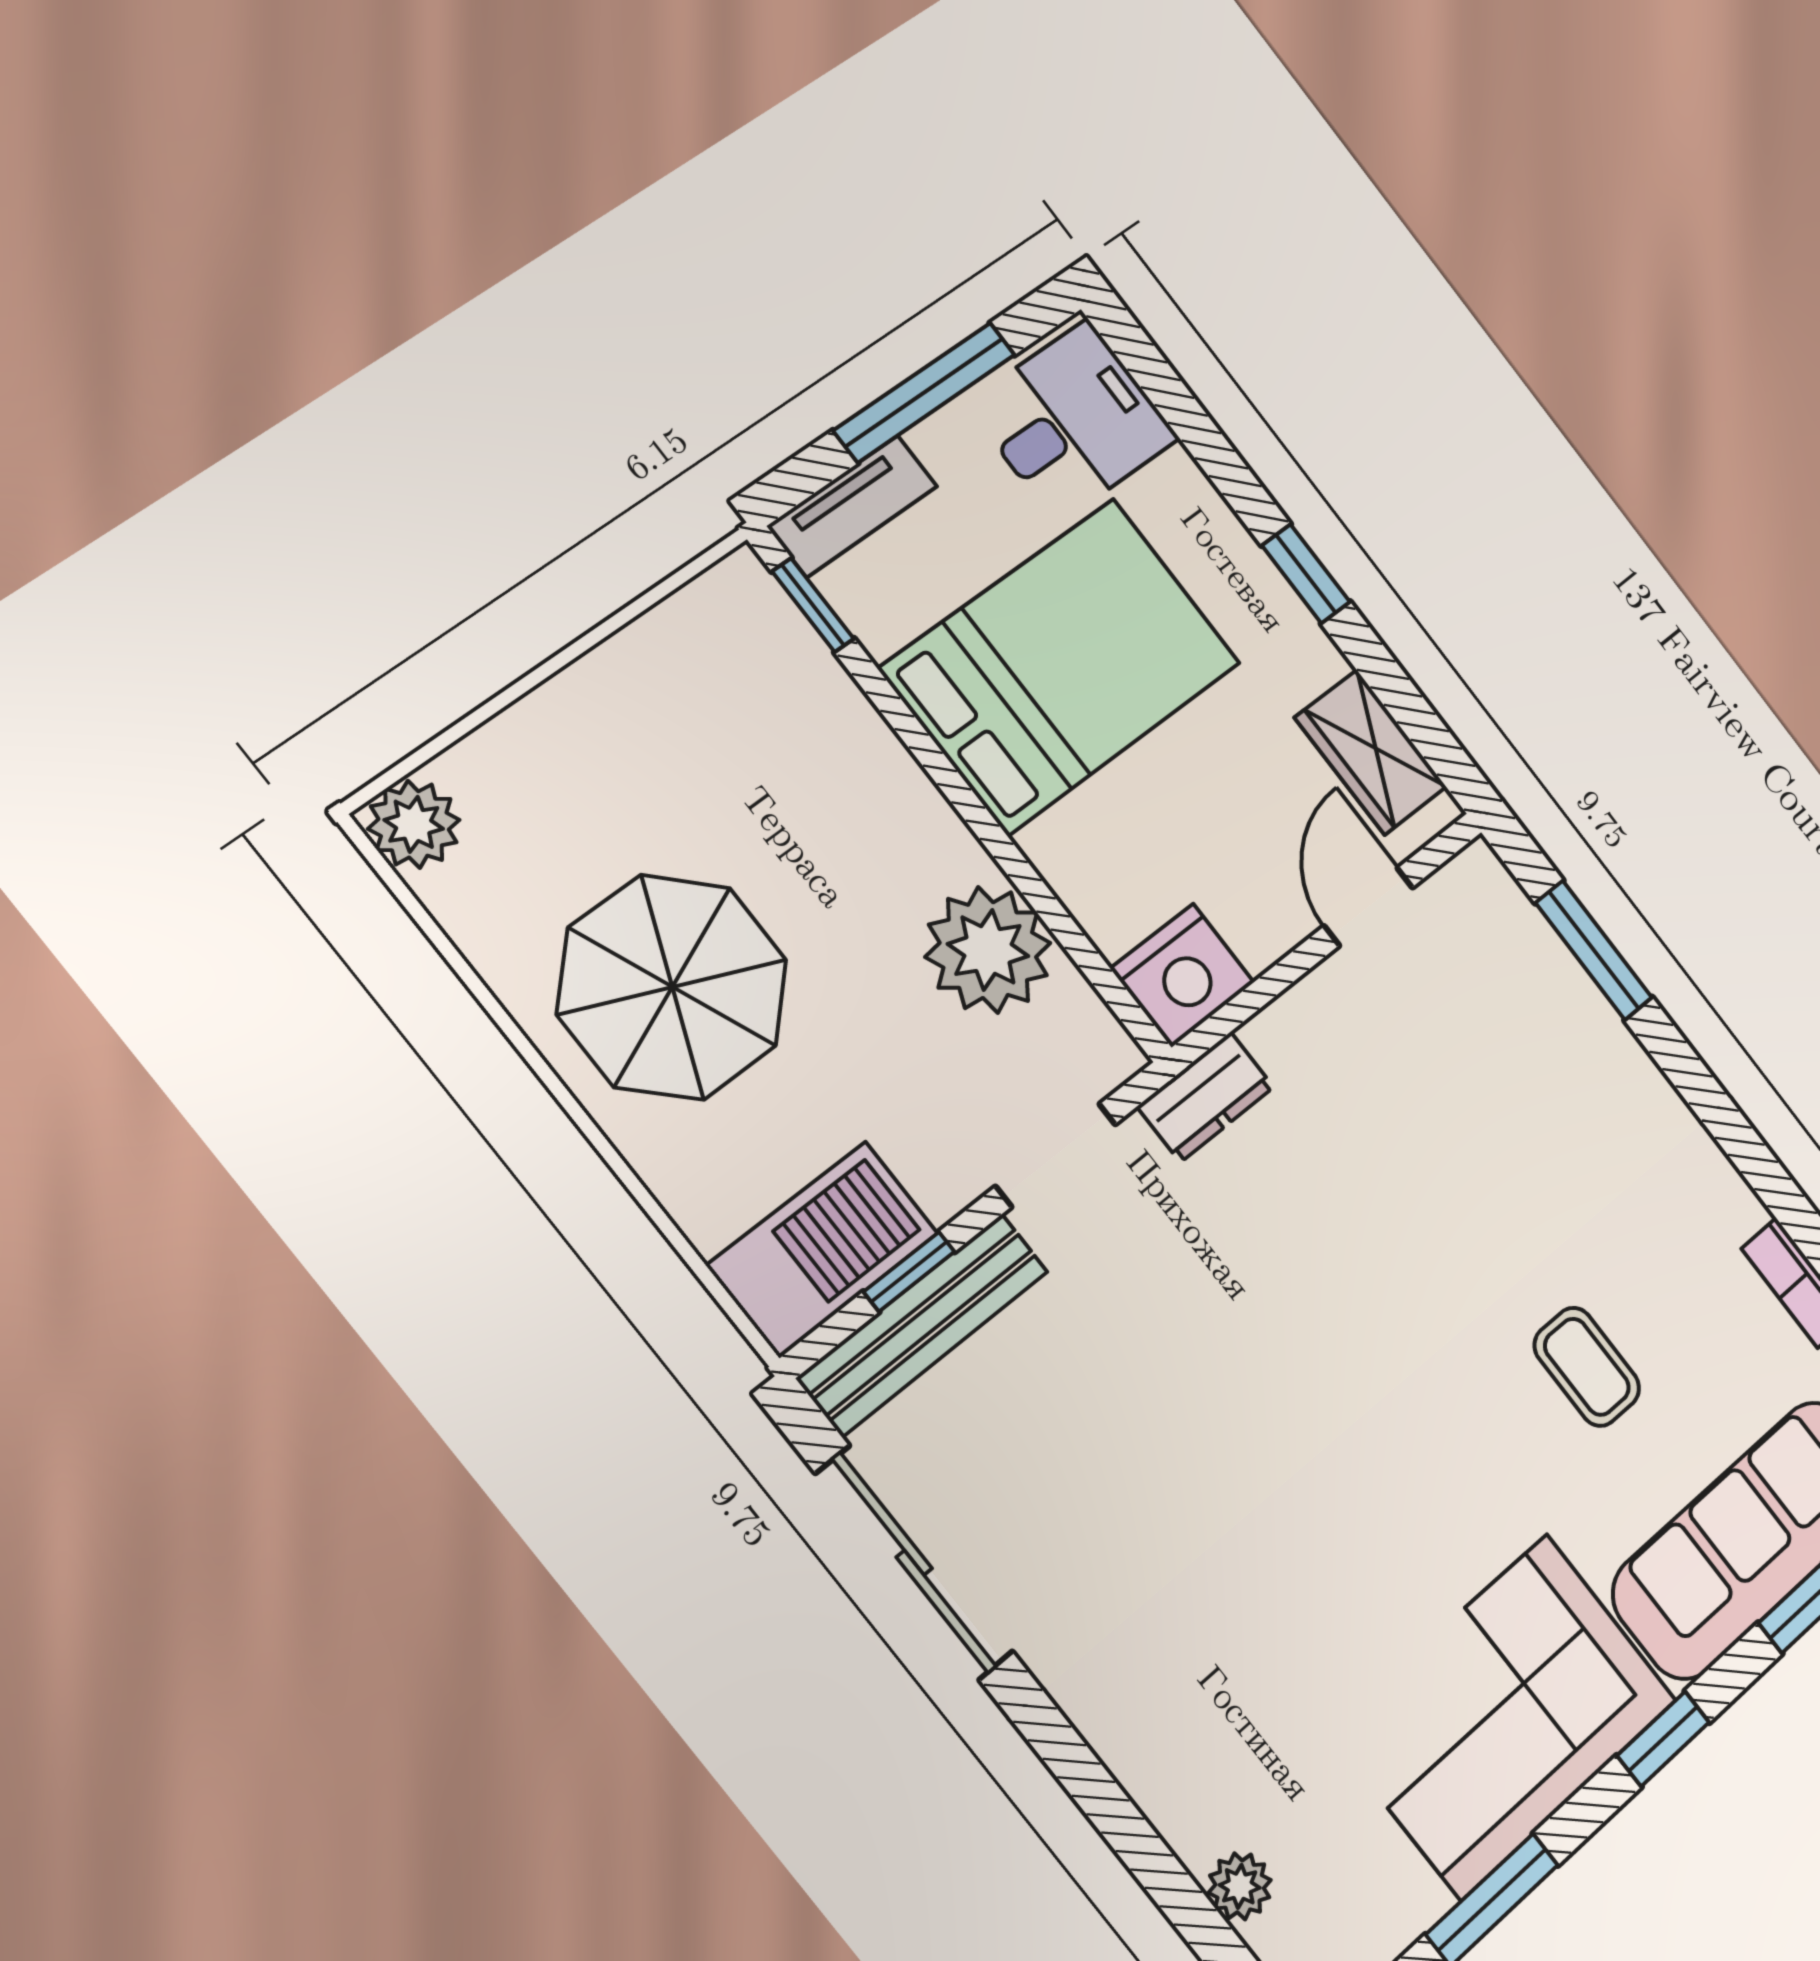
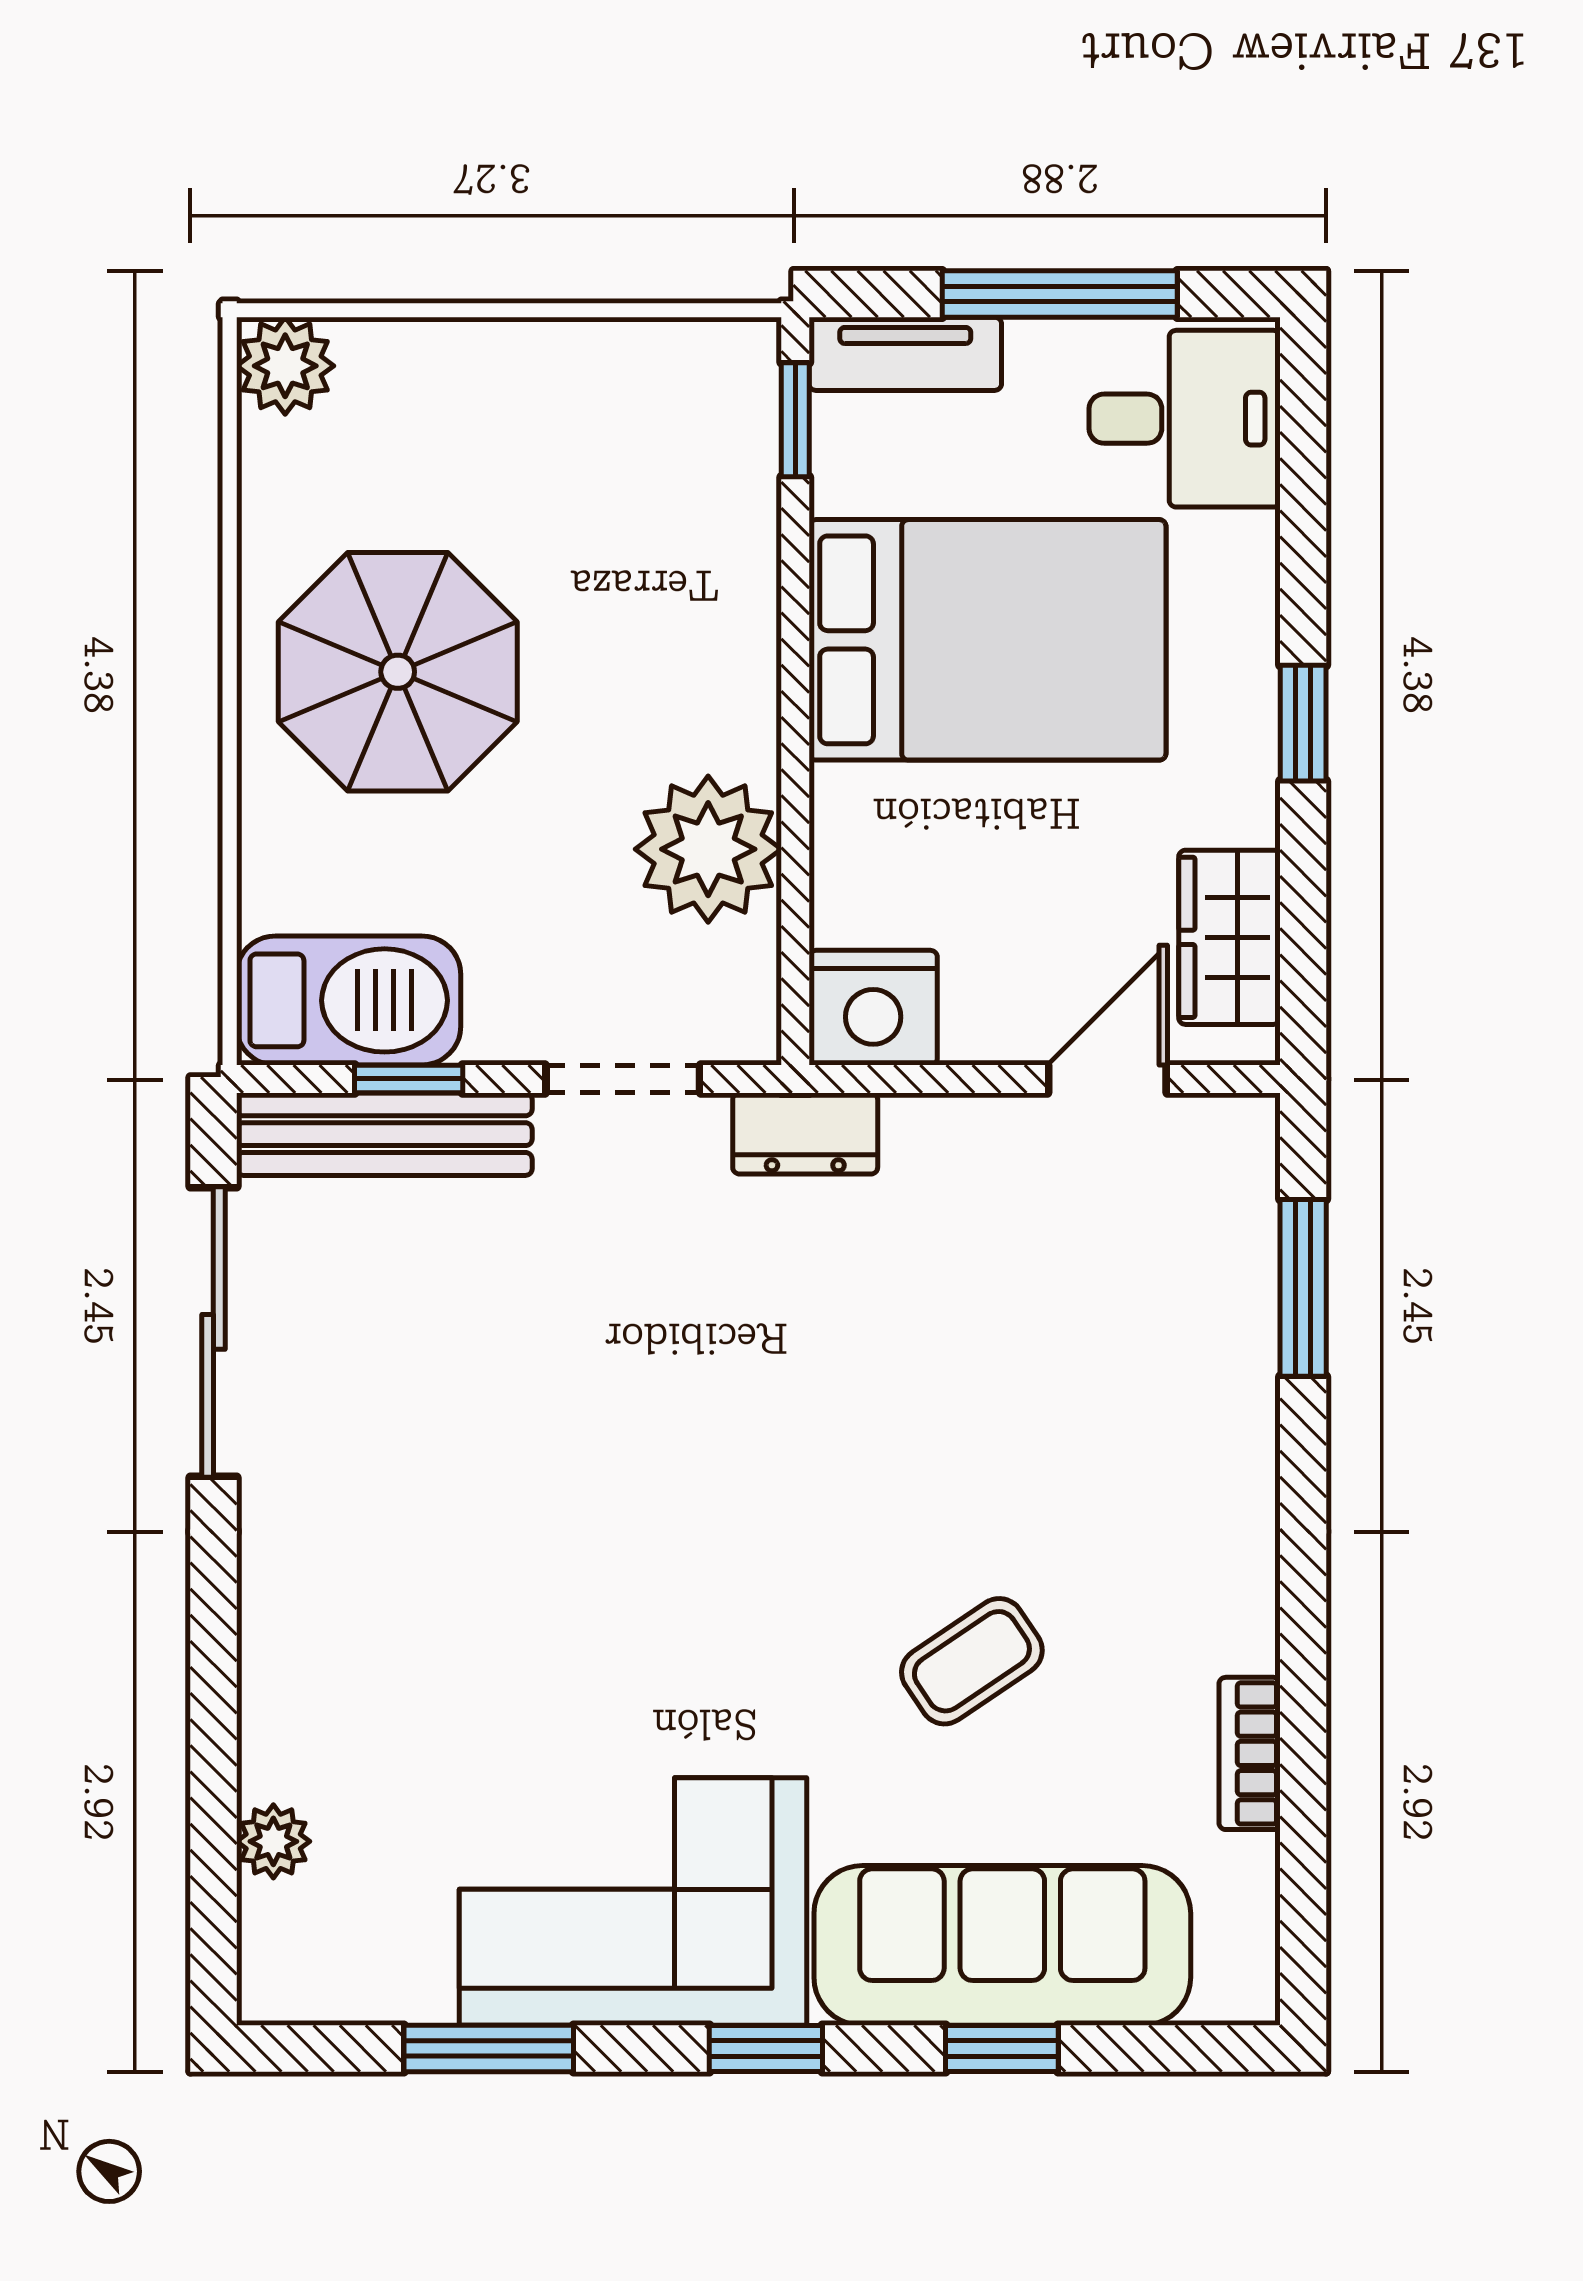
coffee table: (1587, 1367) -> (972, 1661), turned 56

